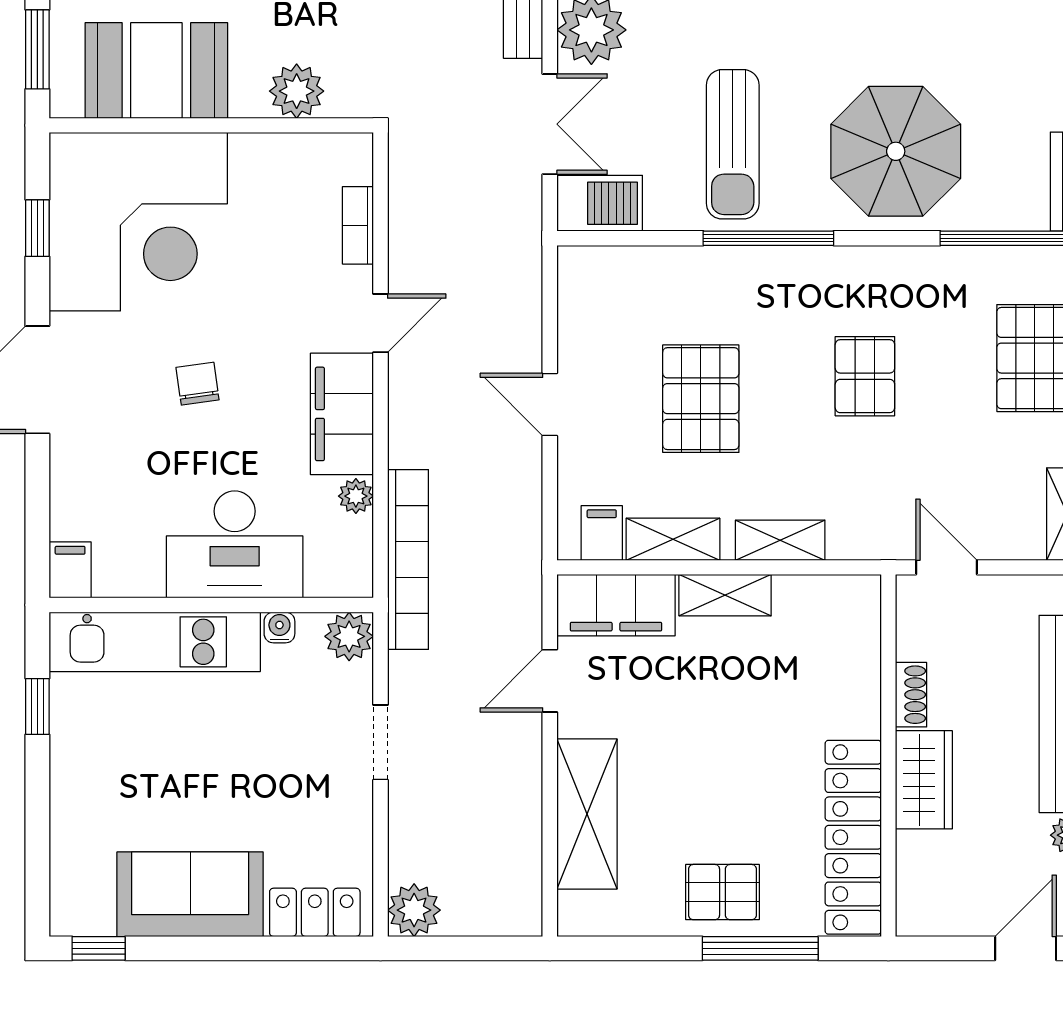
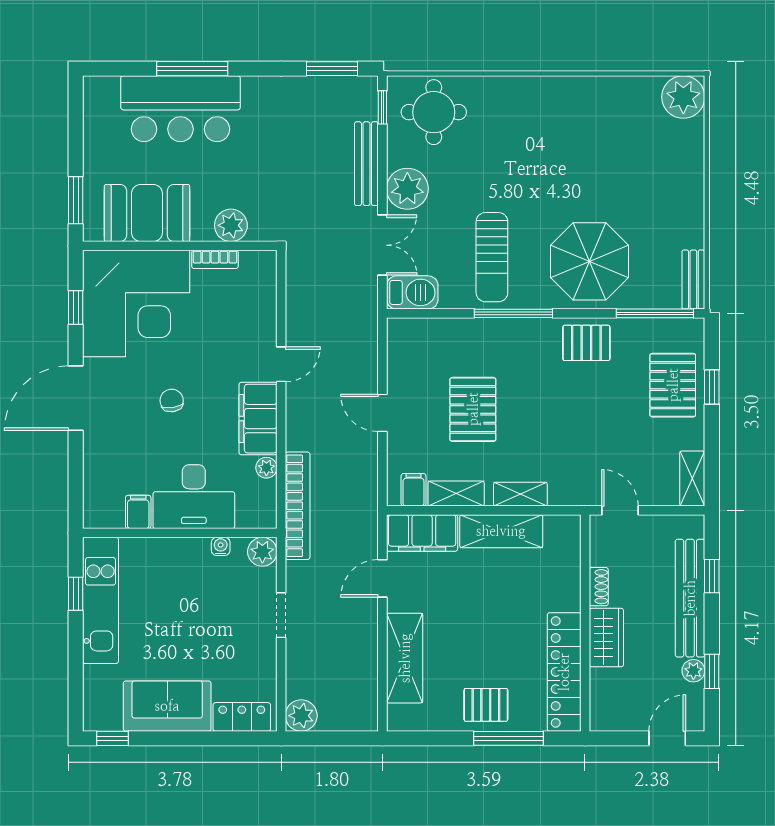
bookcase: (358, 225) -> (215, 259), moved, turned -90
pallet: (865, 376) -> (586, 343), moved, turned 90
filing cabinet: (70, 570) -> (138, 512), moved
shelving: (725, 595) -> (501, 531), width x1.50, depth x1.33
kitchen unit: (155, 642) -> (101, 600), moved, turned -90

